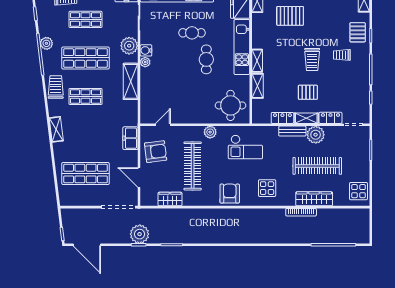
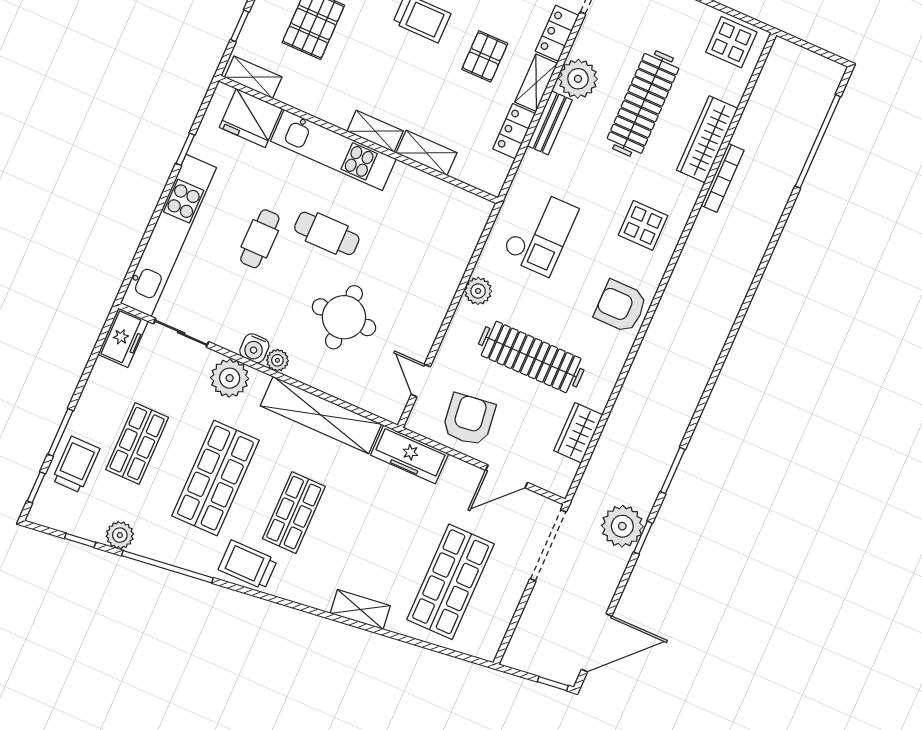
plant: (46, 43) -> (120, 535), moved
shelving: (131, 81) -> (321, 415), width x1.47
round table: (230, 105) -> (344, 317), moved
shelving: (56, 129) -> (360, 609), moved
freezer: (130, 138) -> (410, 454), width x1.40

